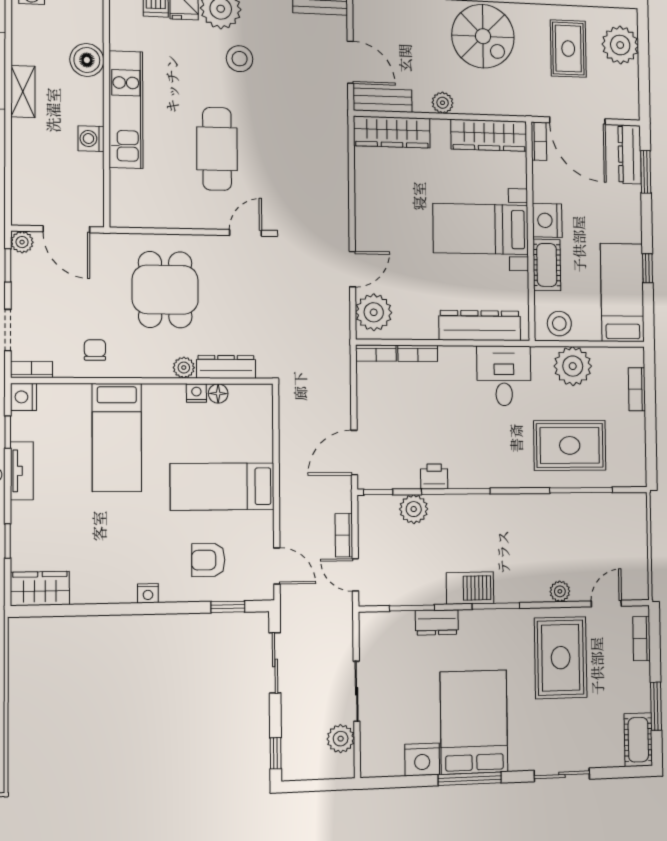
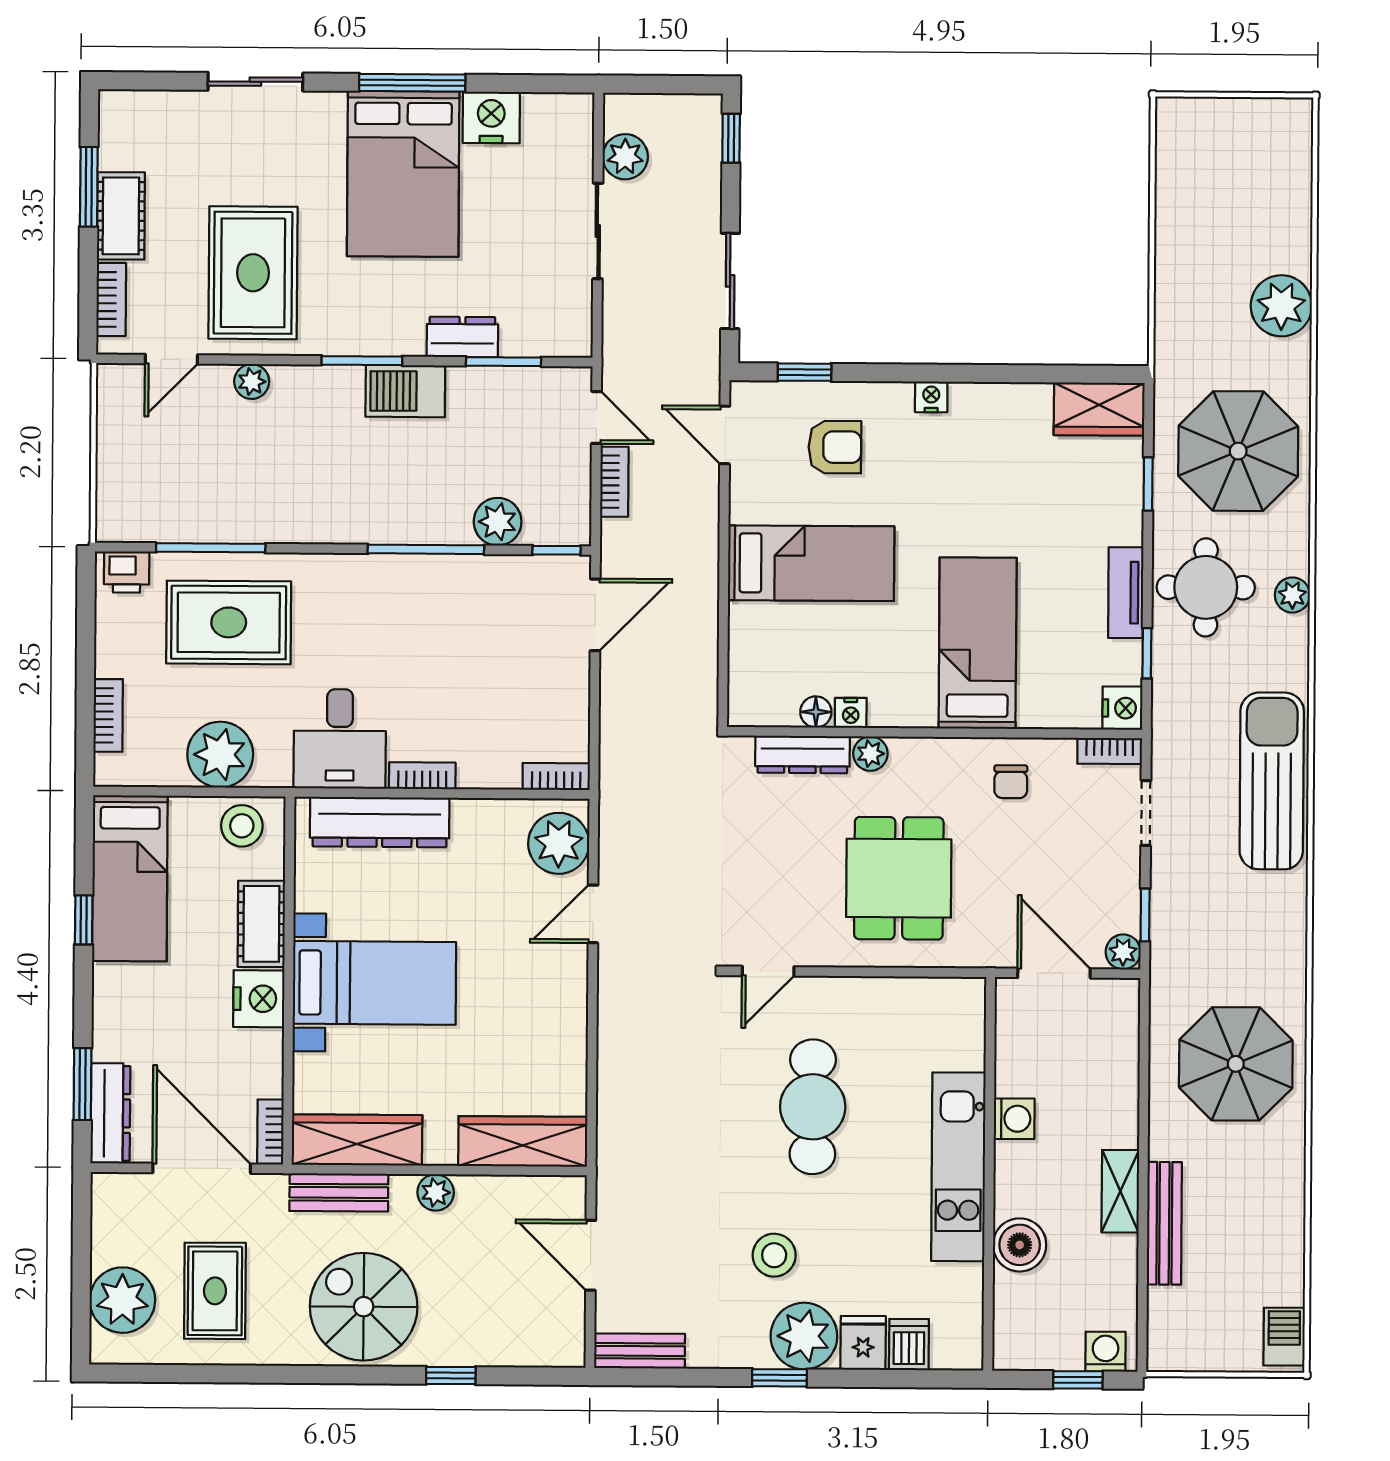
bench: (383, 100) -> (339, 1192), moved
bookcase: (418, 353) -> (422, 776), moved
printer: (434, 476) -> (127, 572), moved
cot: (638, 740) -> (121, 216), moved

